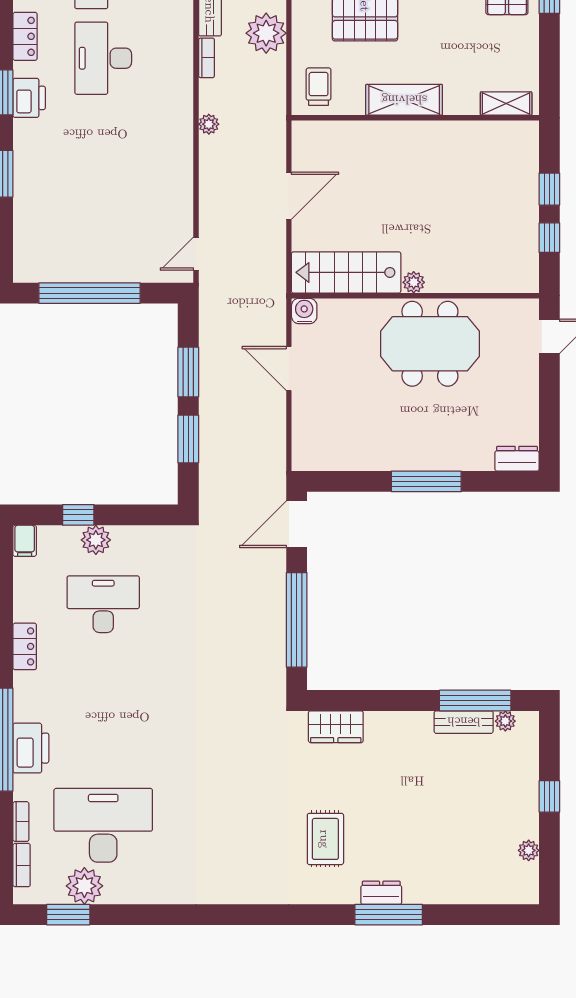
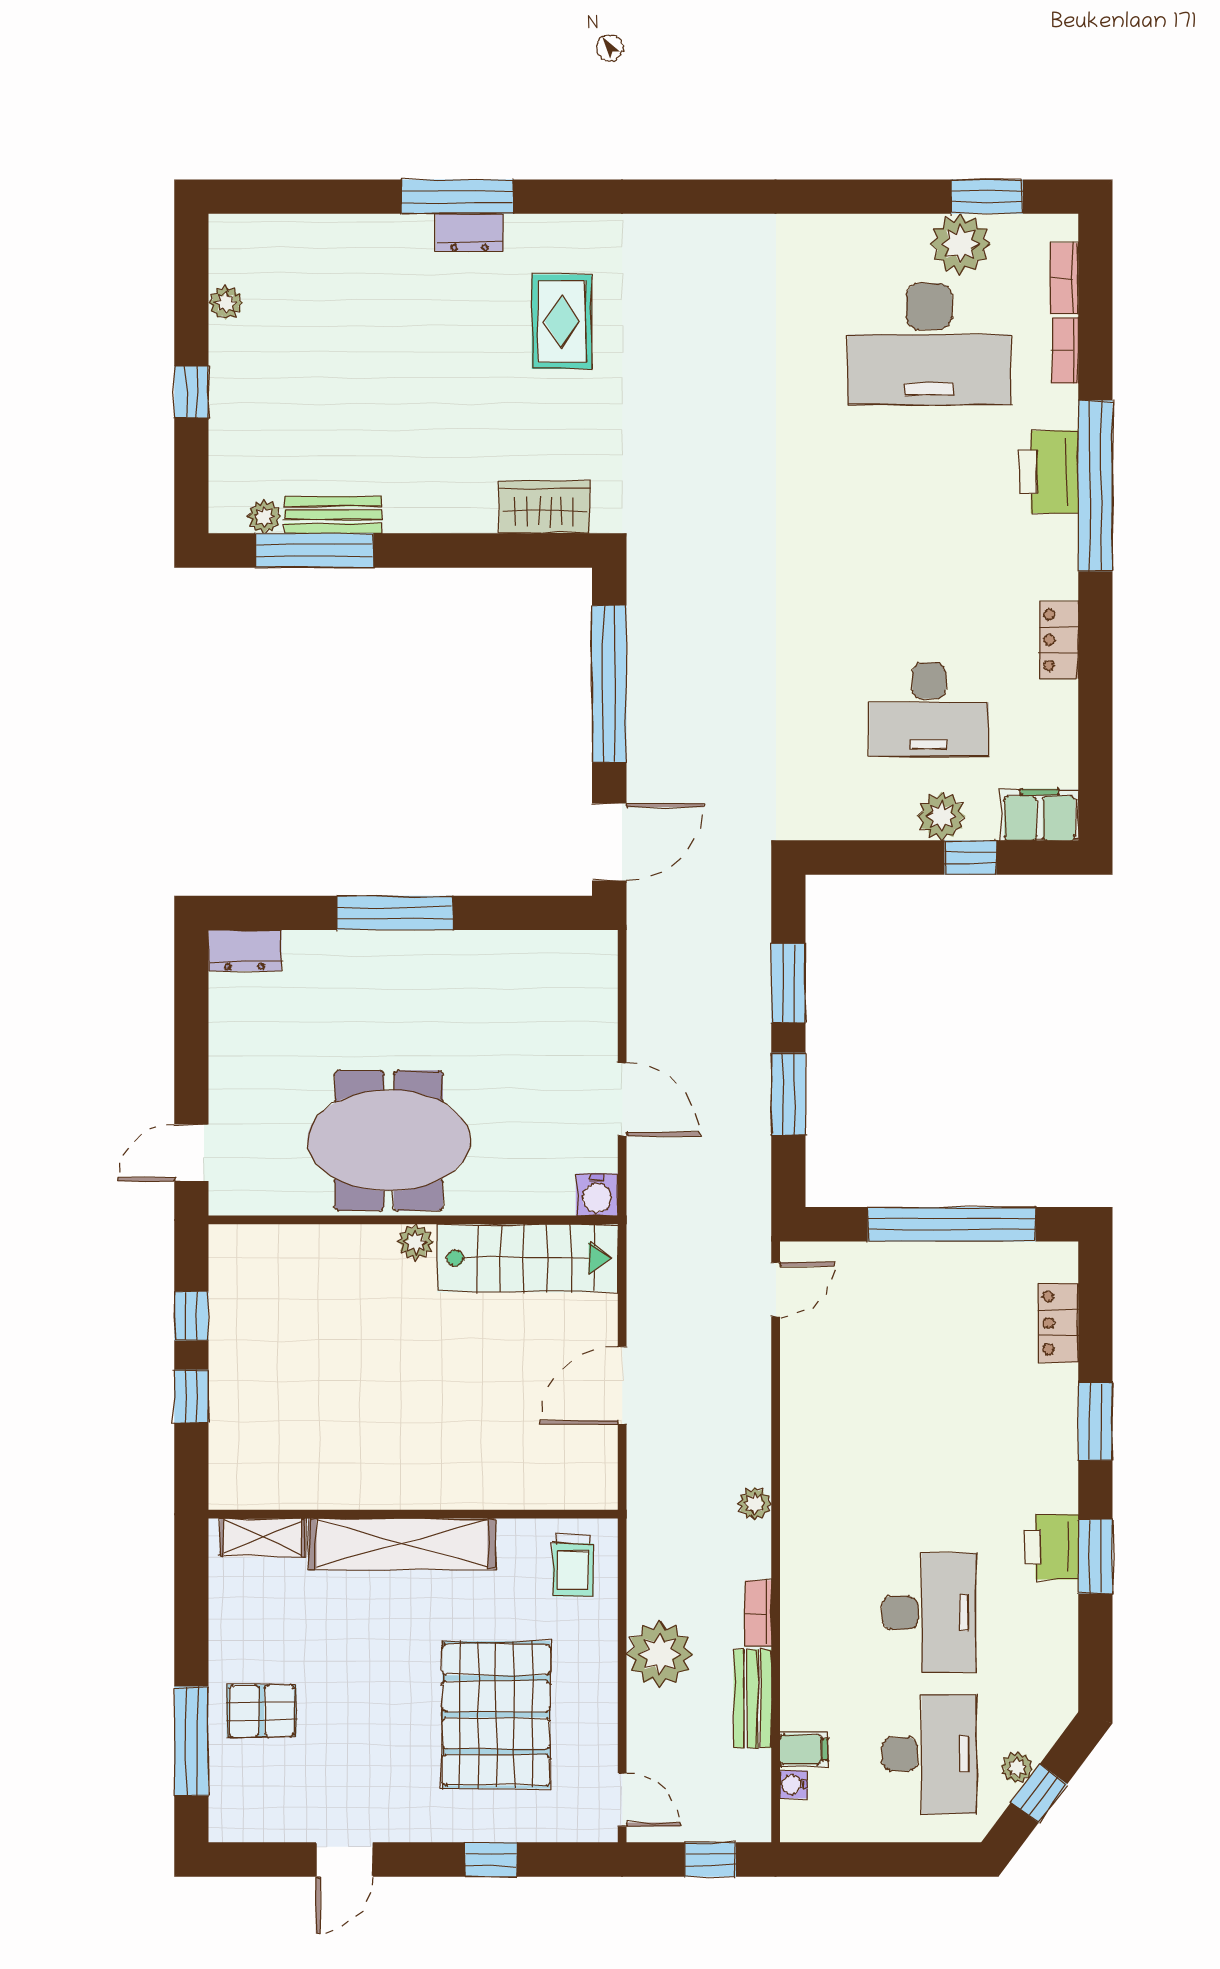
locker: (25, 36) -> (1058, 1323), moved
shelving: (404, 100) -> (402, 1544), width x1.47
filing cabinet: (25, 541) -> (1040, 815), width x2.00

